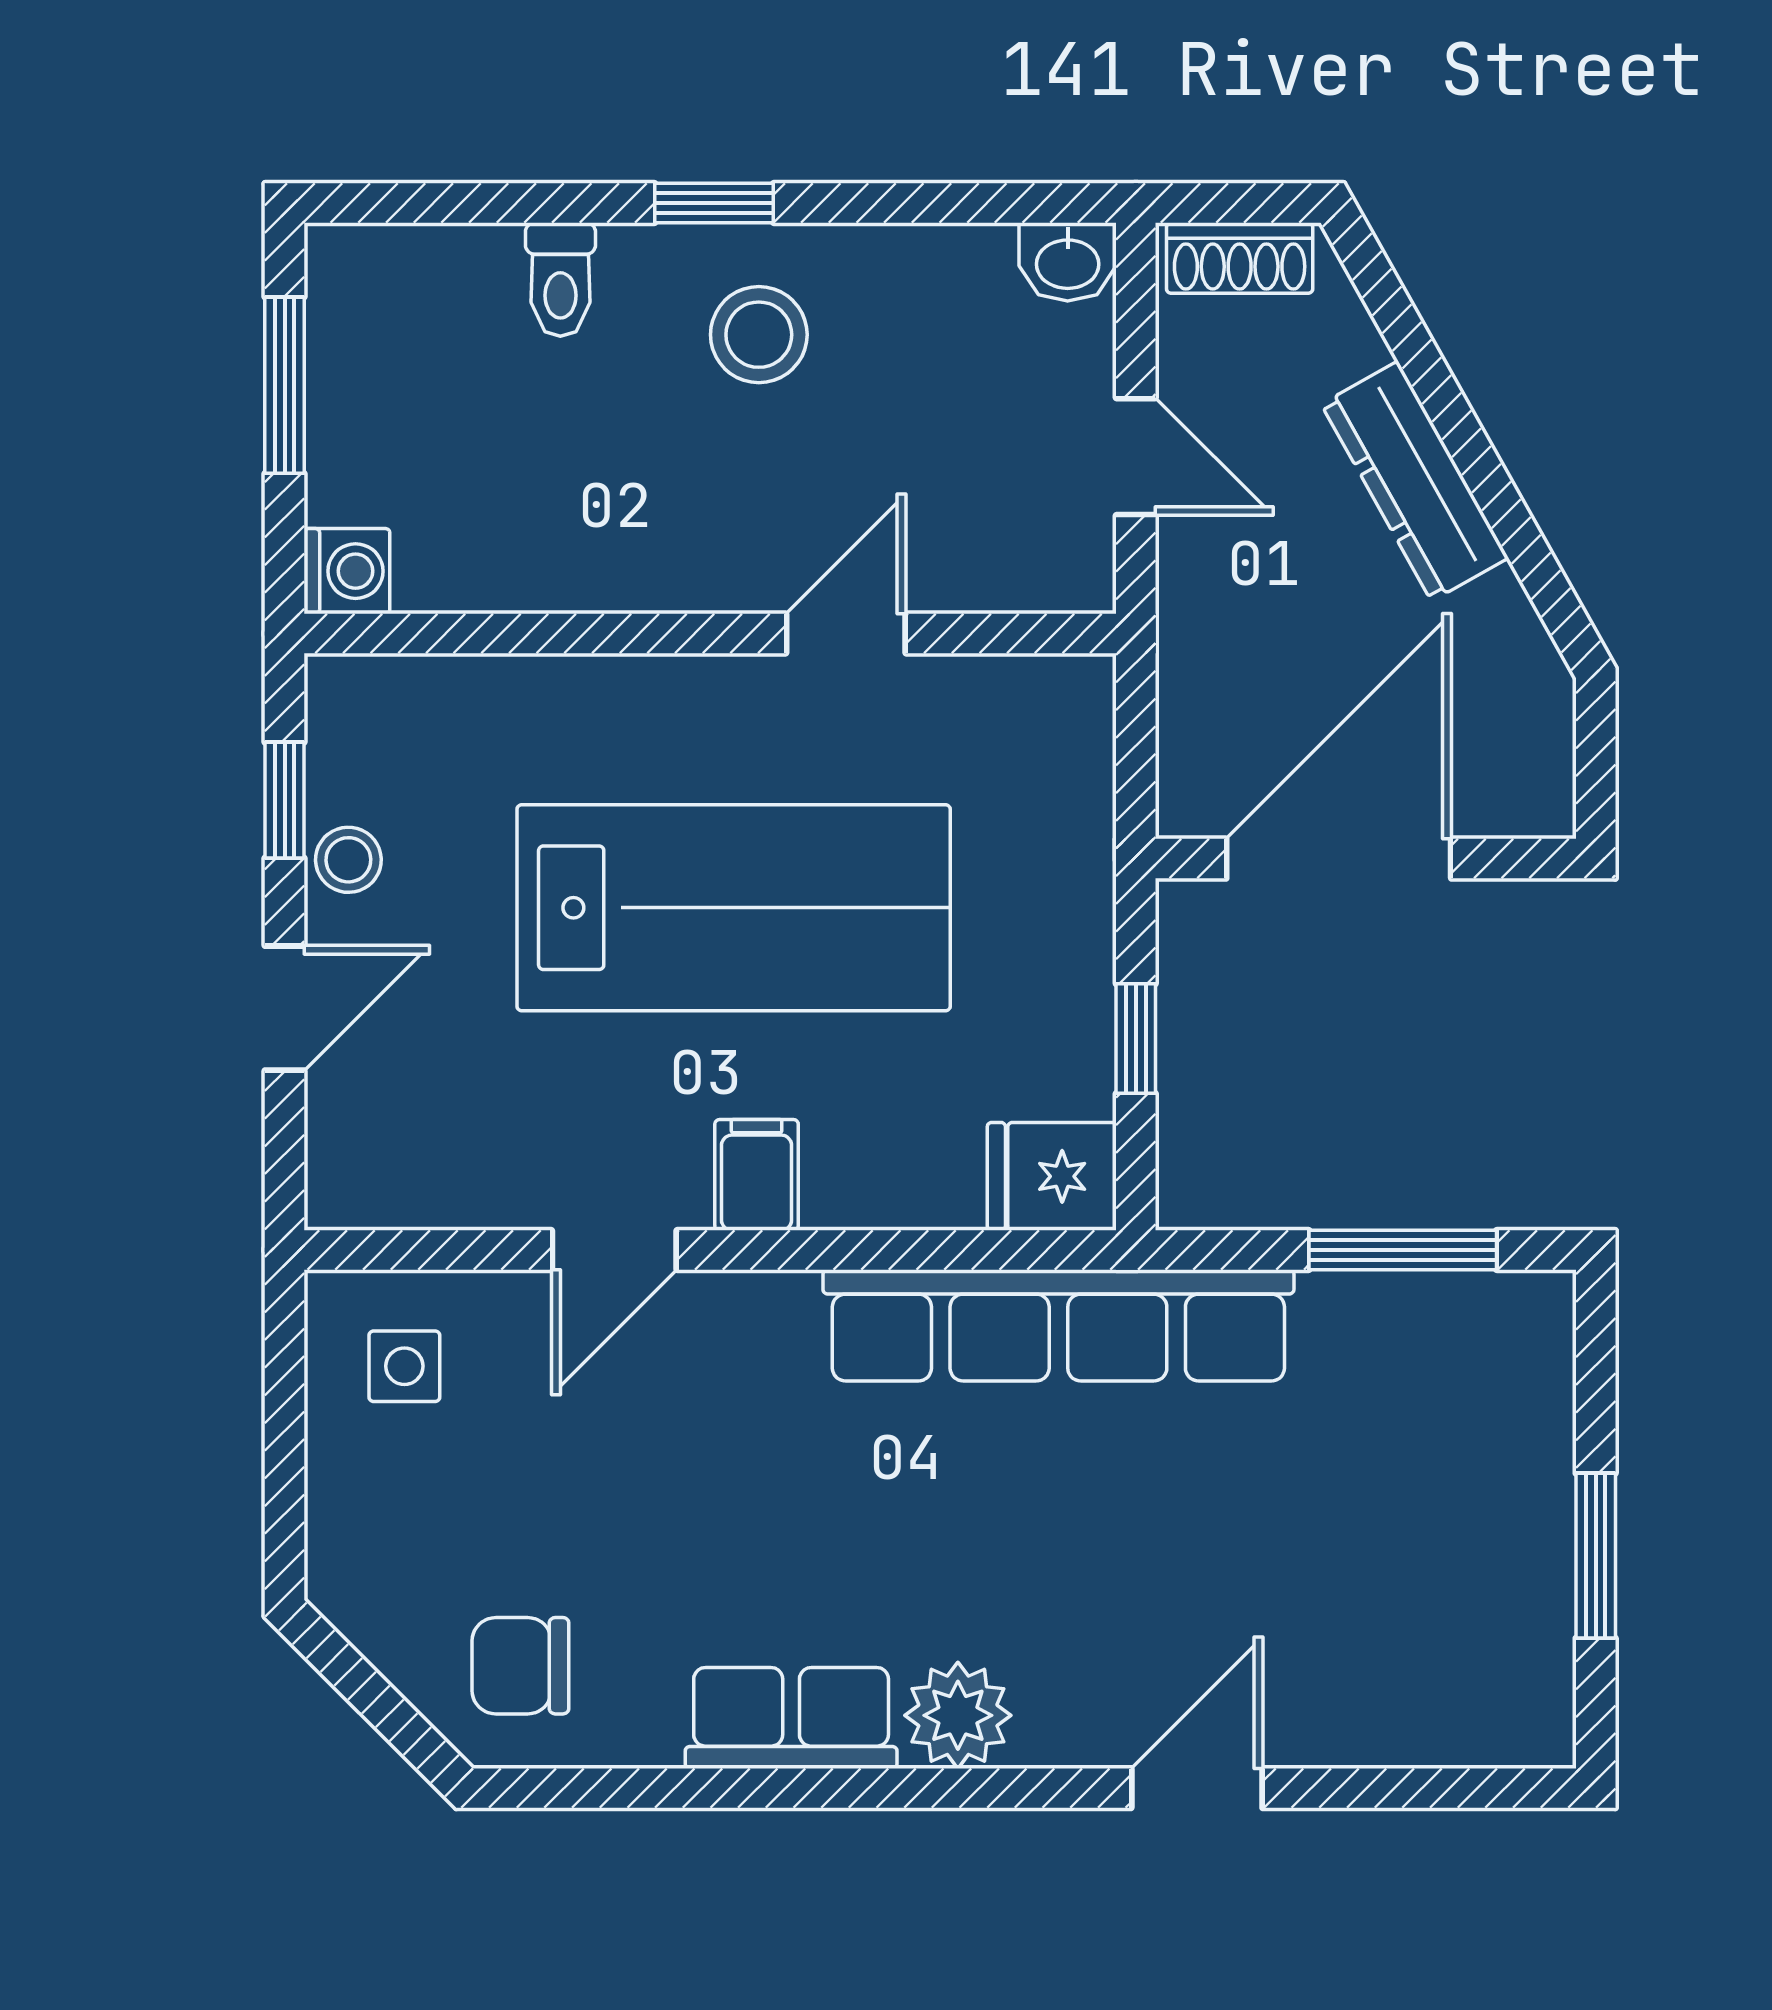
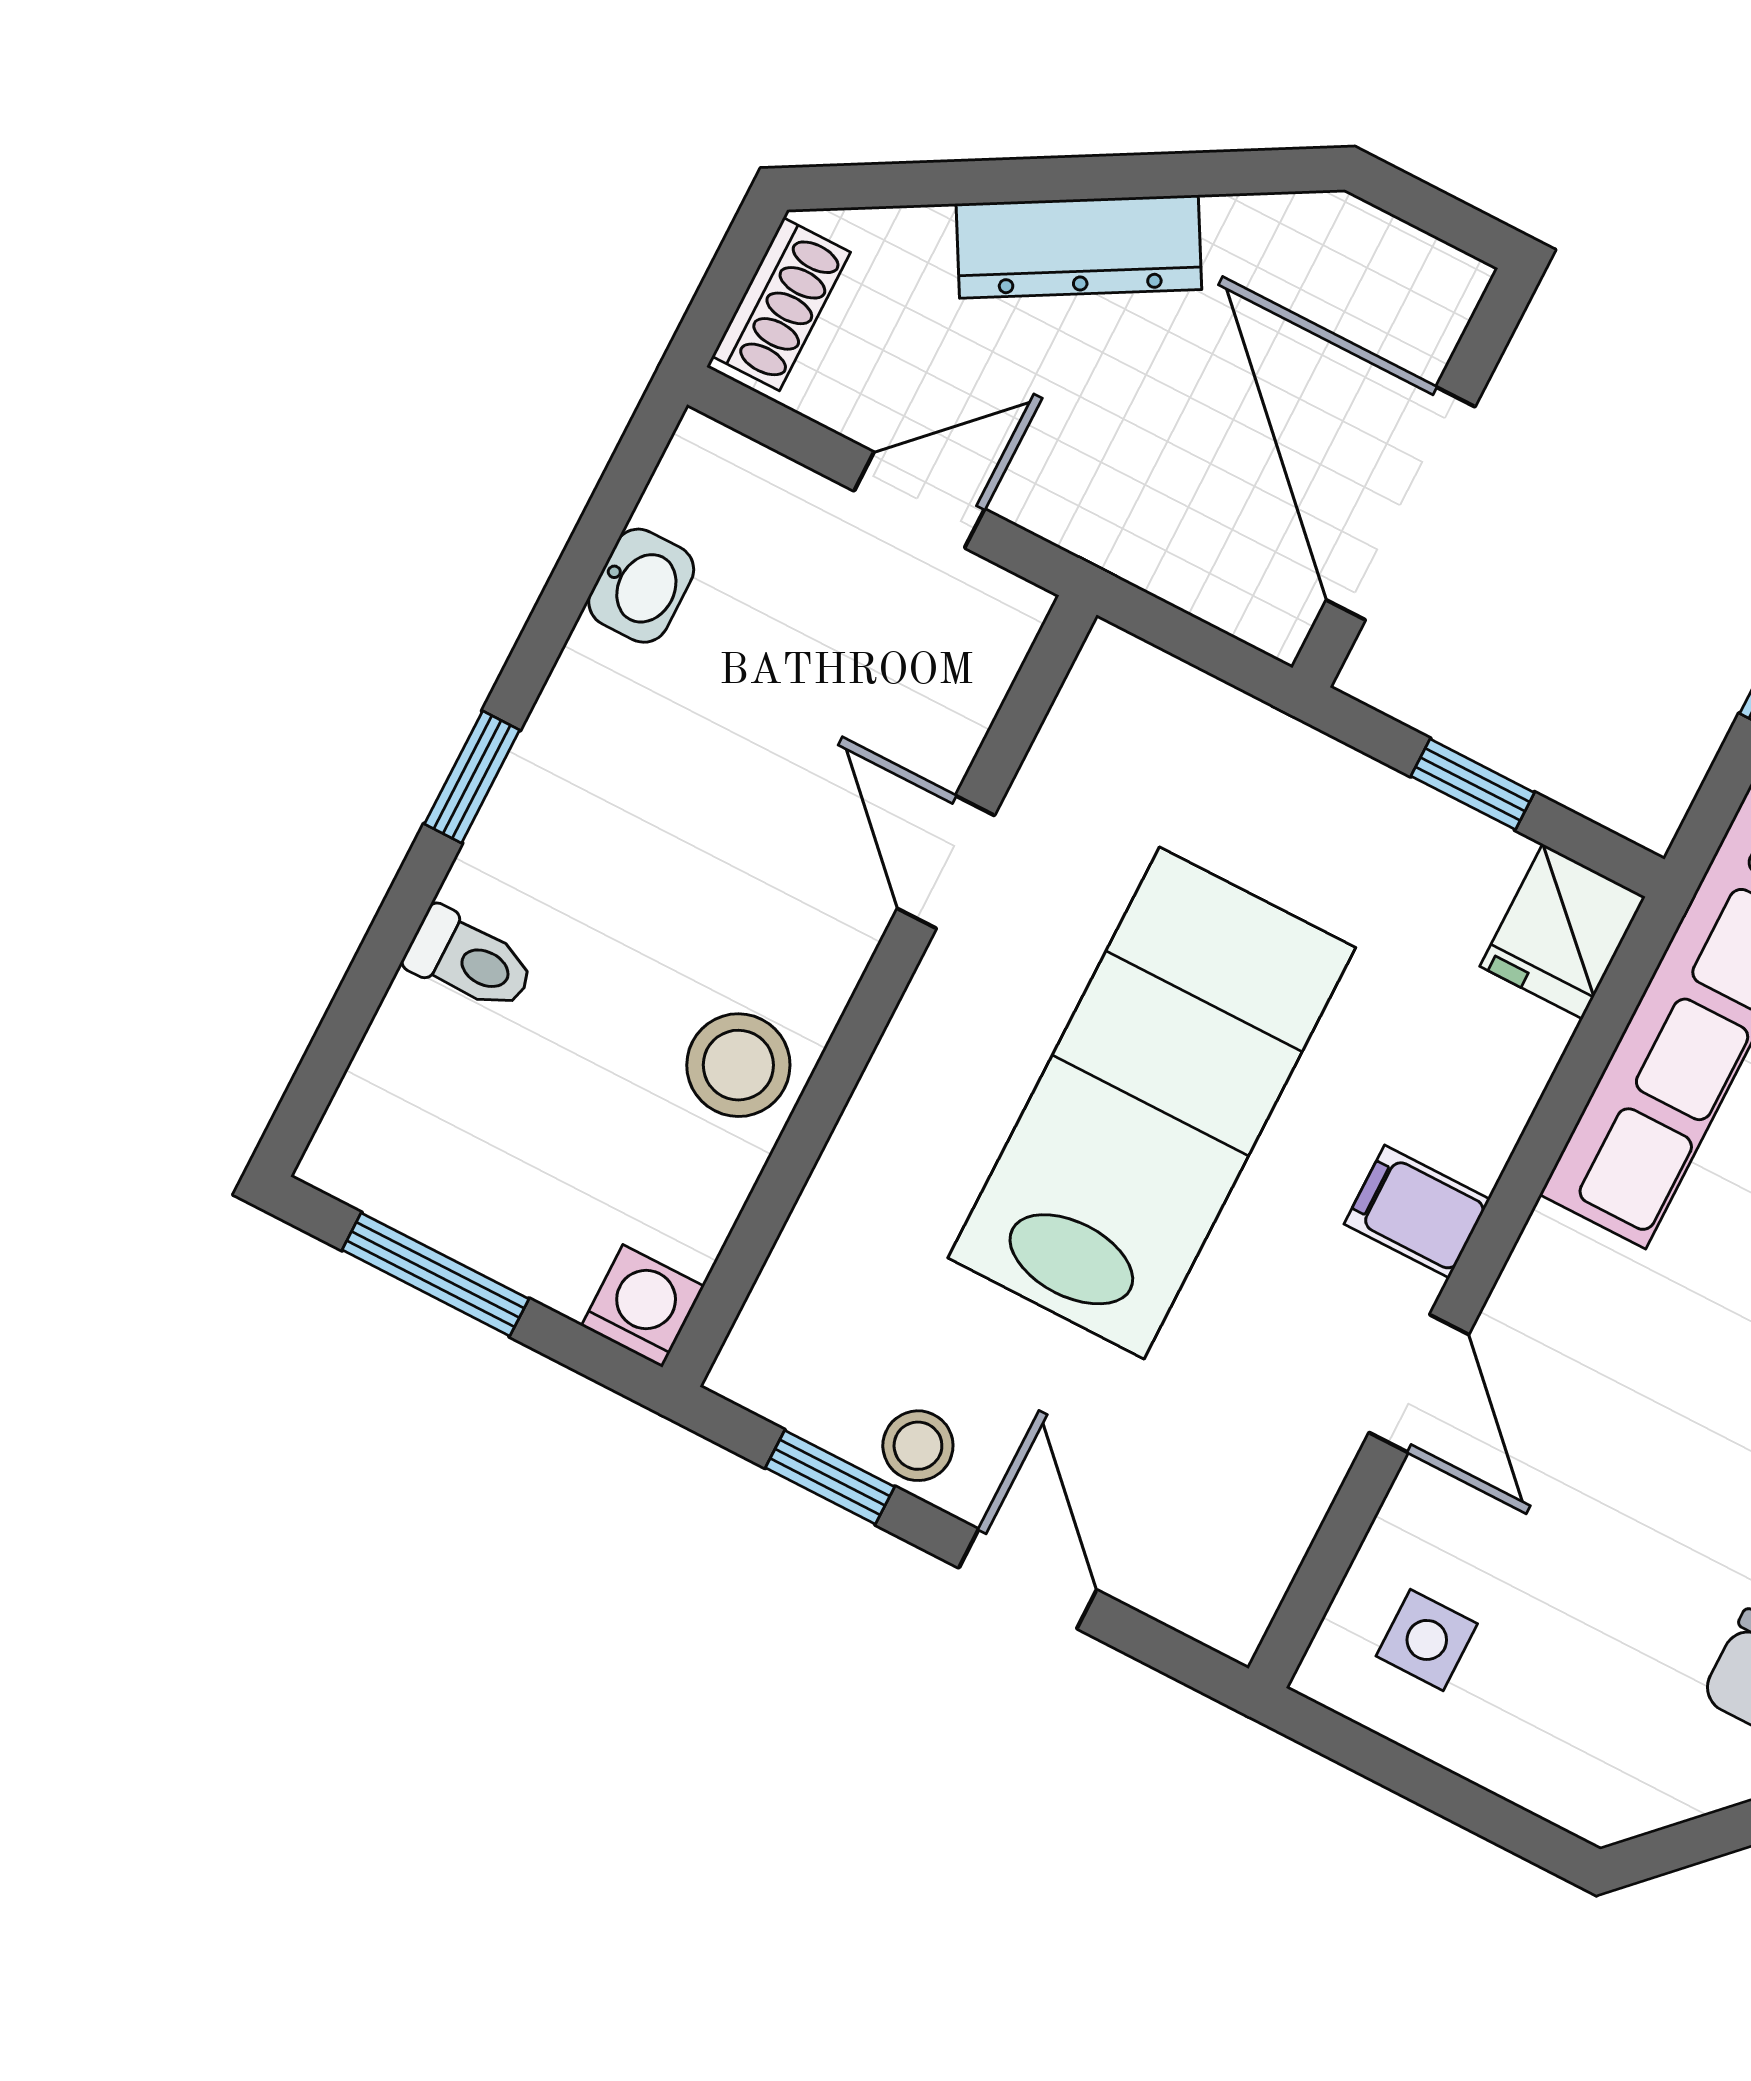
washbasin: (1068, 262) -> (641, 586), moved
stool: (759, 335) -> (738, 1065), moved

